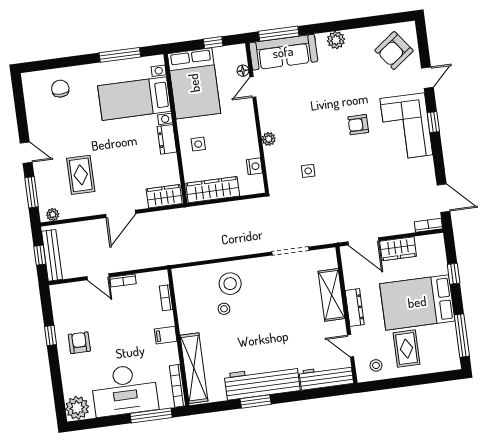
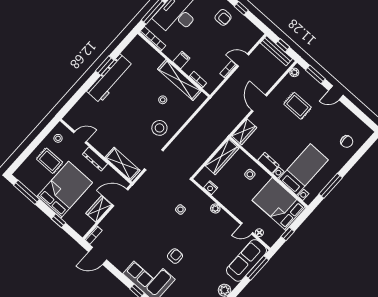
door: (253, 87) -> (247, 229), swing flipped
stool: (230, 284) -> (159, 128), moved
shelving: (332, 295) -> (122, 164), moved
shelving: (194, 368) -> (179, 80), moved
workbench: (326, 377) -> (79, 110), removed

